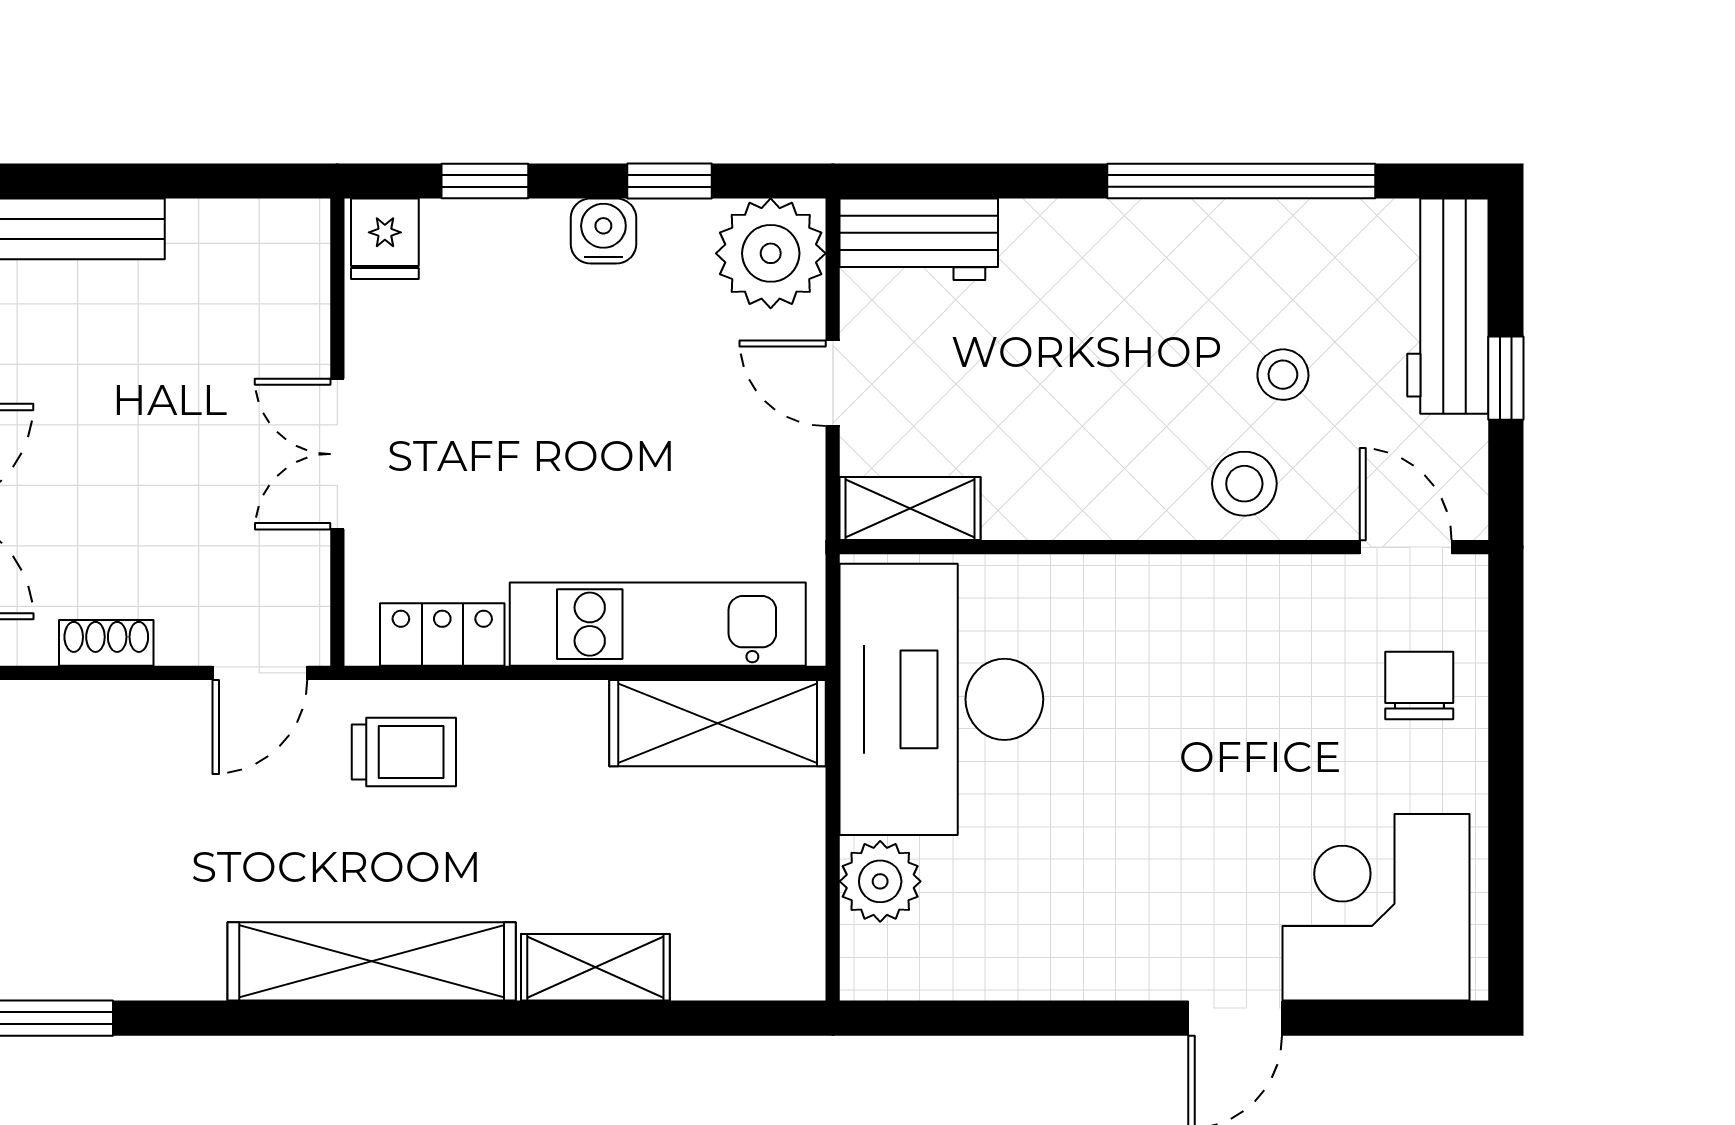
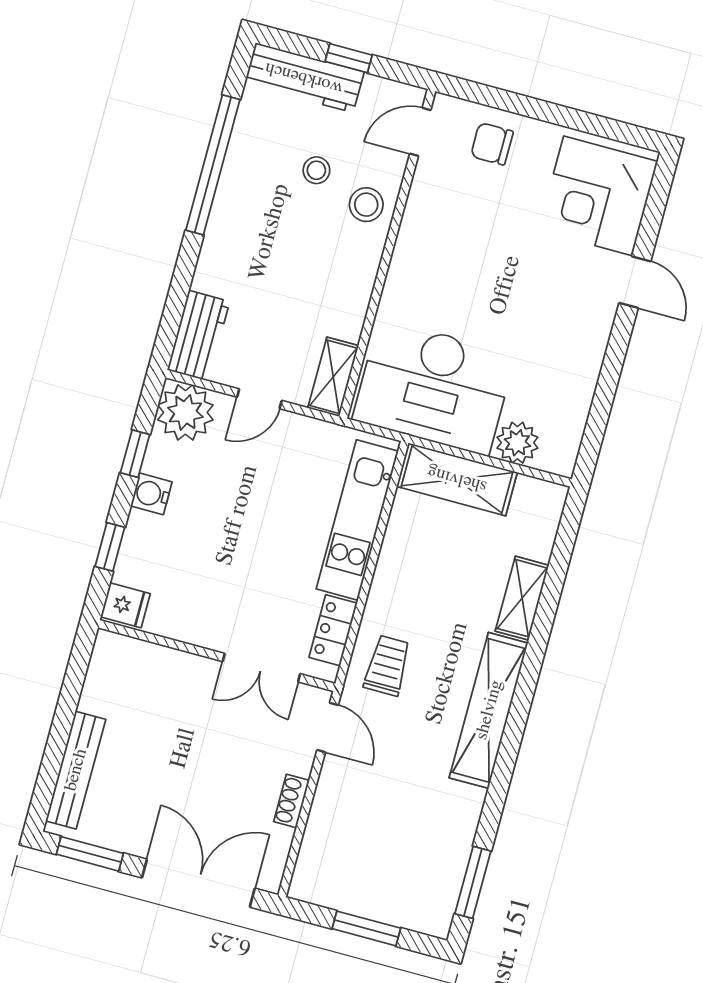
double door: (337, 454) -> (261, 668), moved
shelving: (718, 723) -> (457, 479), moved, turned 90

